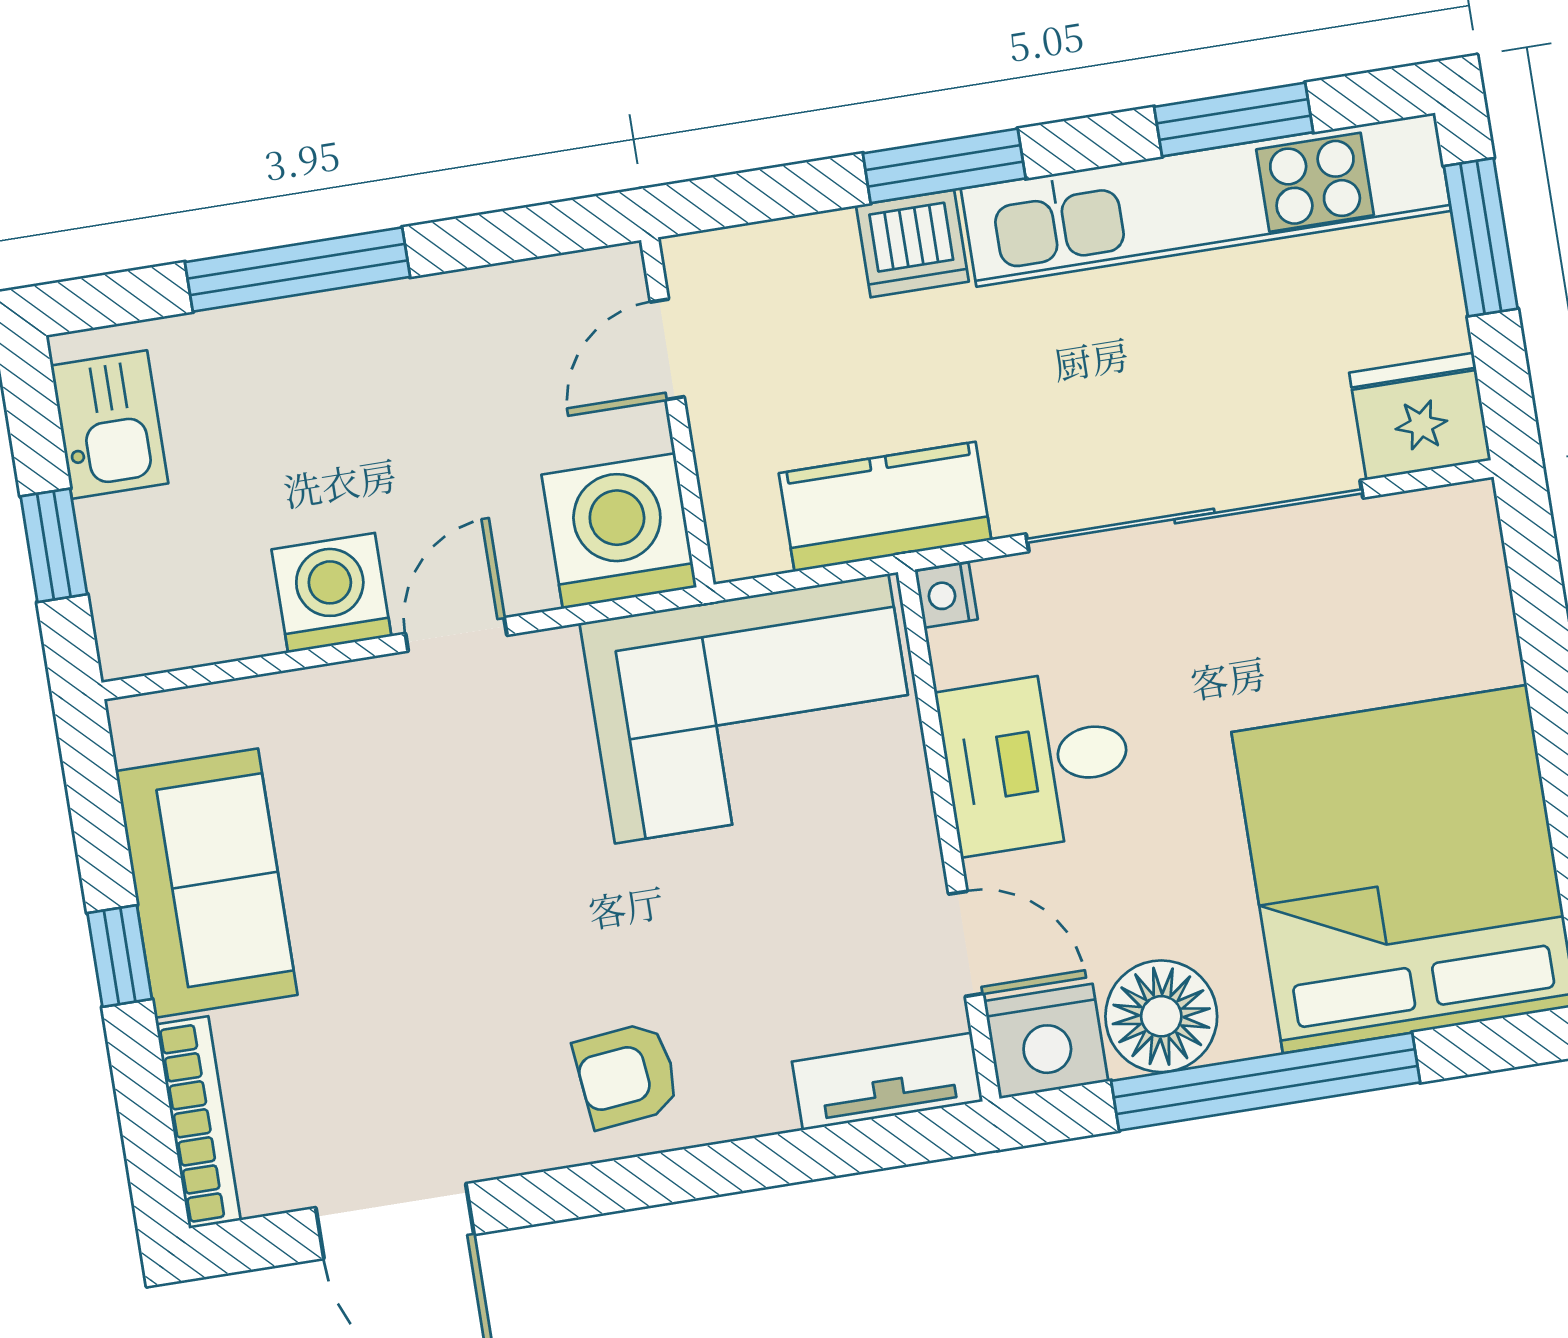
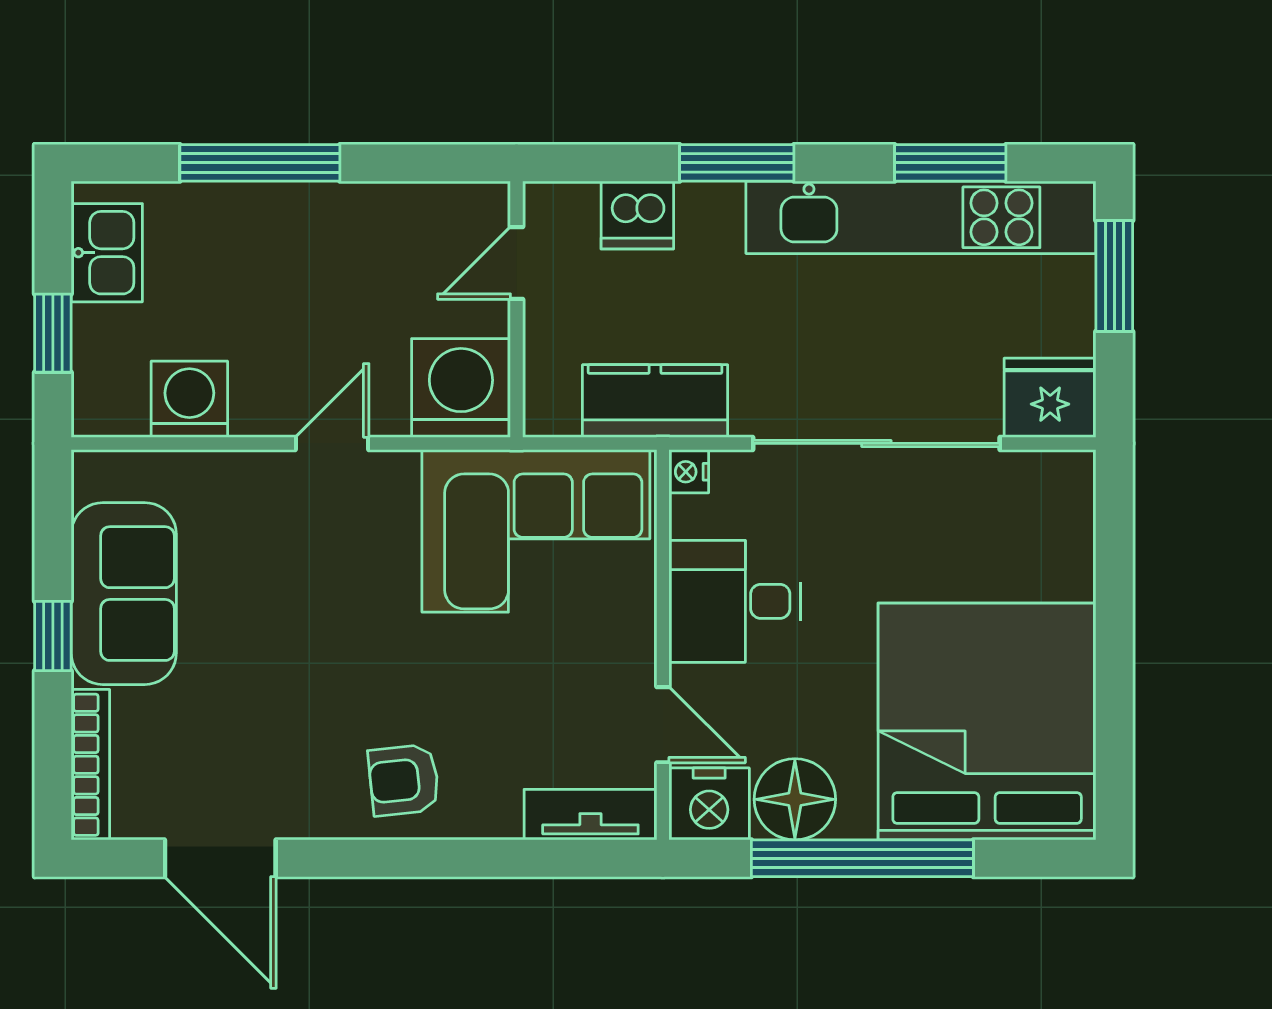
dishwasher: (912, 244) -> (637, 215), moved
washing machine: (331, 593) -> (189, 399), moved

